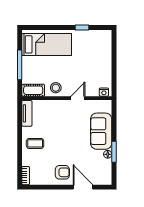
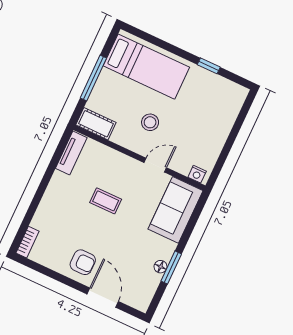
stool: (56, 88) -> (150, 122), moved
sofa: (101, 131) -> (175, 210), moved
coffee table: (35, 143) -> (106, 201), moved

